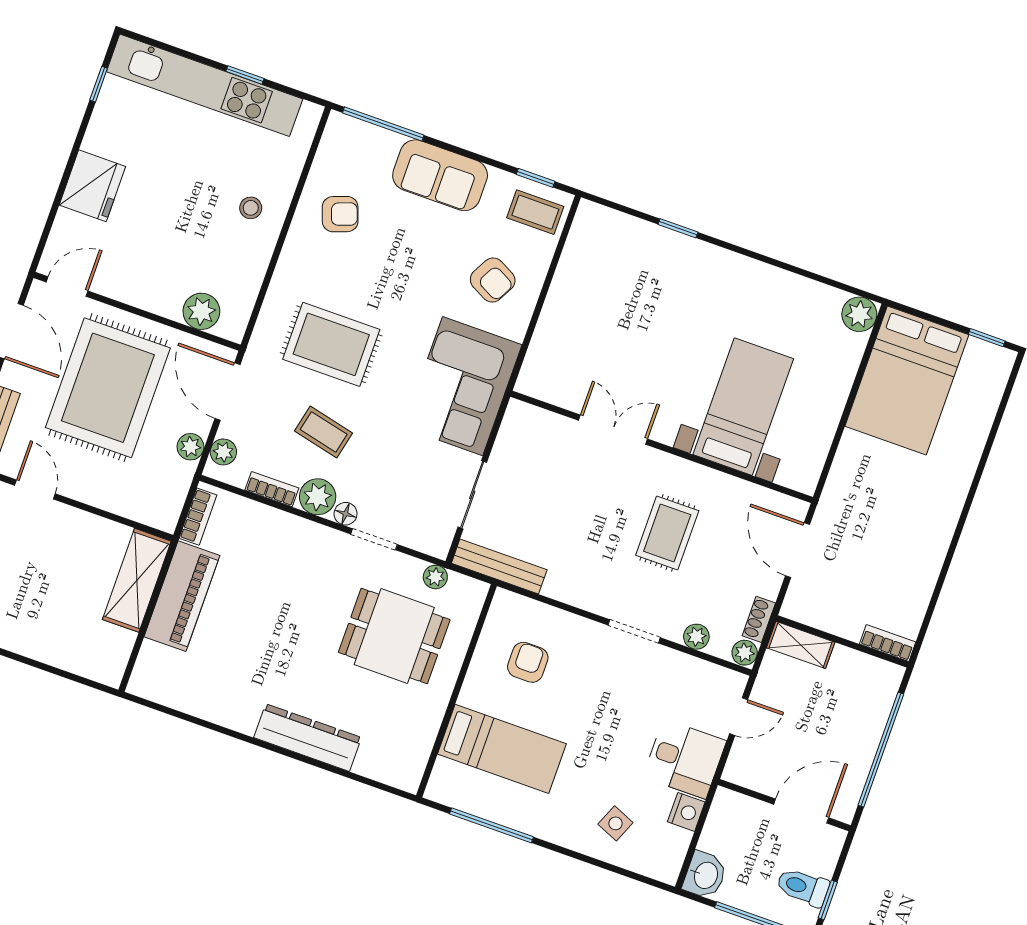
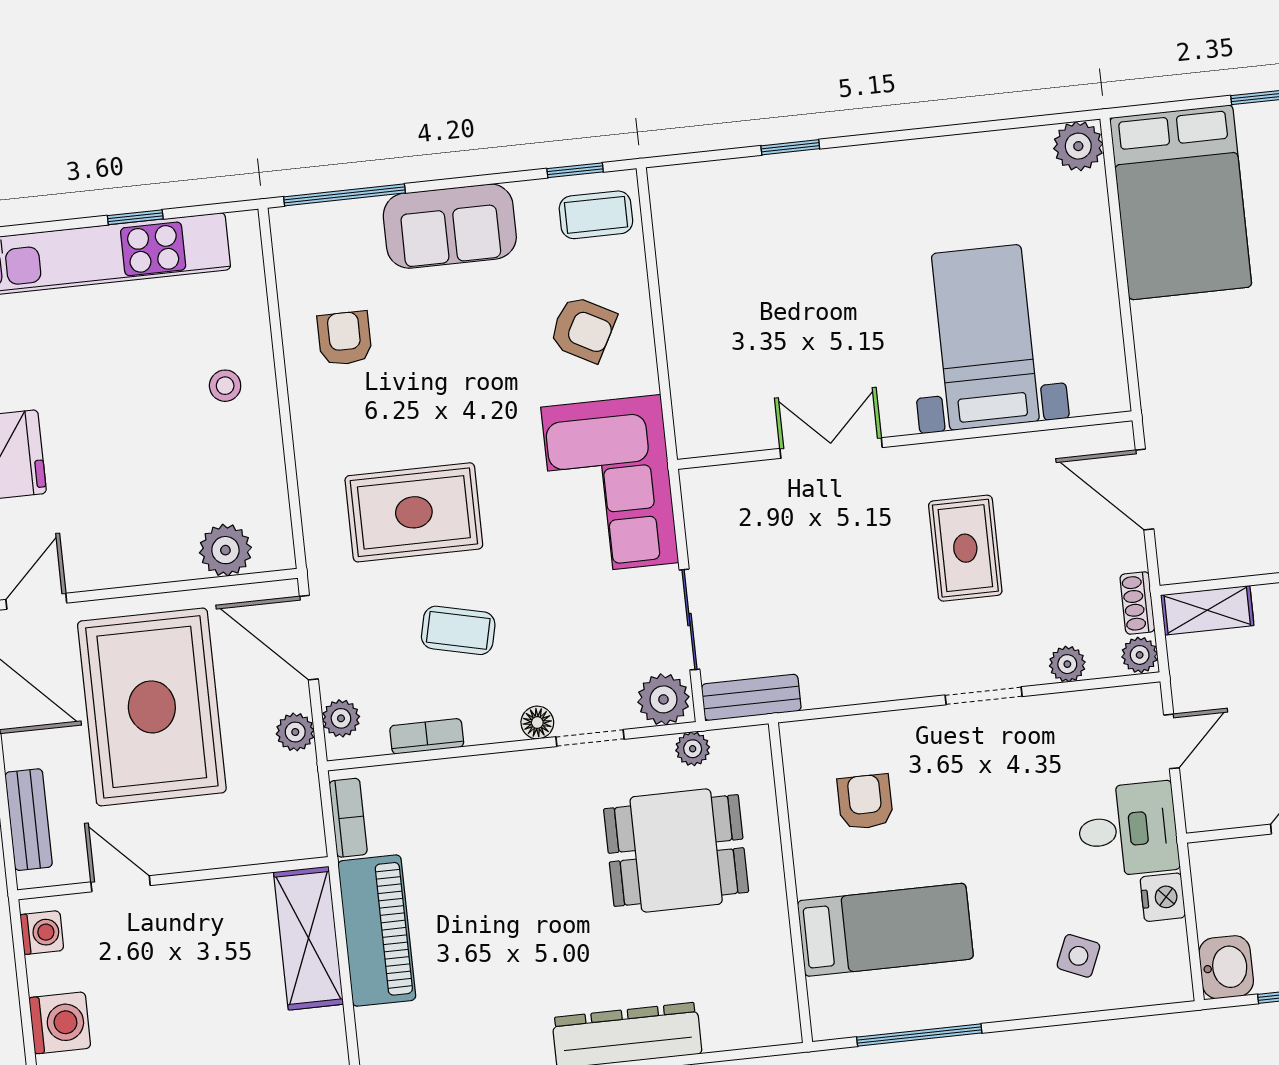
armchair: (340, 214) -> (345, 338), turned -70
plant: (318, 497) -> (663, 699), moved
bench: (499, 567) -> (751, 697), width x0.73

